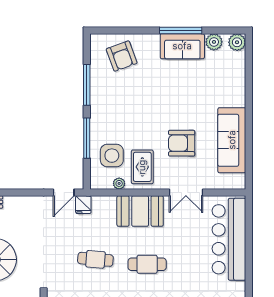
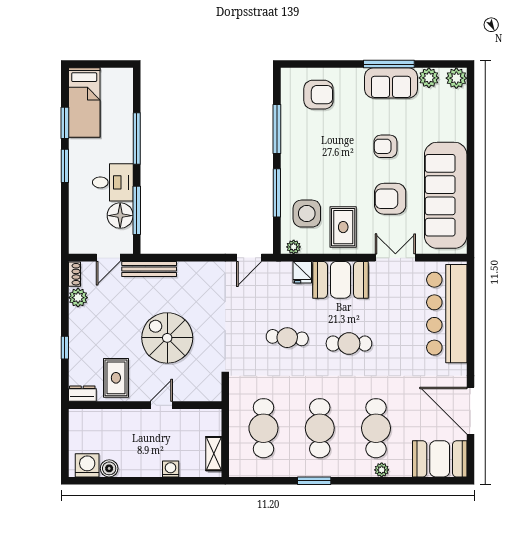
armchair: (122, 56) -> (318, 95), turned -70
armchair: (178, 99) -> (385, 146), added
sofa: (232, 140) -> (446, 195), width x1.36, depth x1.27
plant: (119, 183) -> (294, 247), moved
double door: (186, 192) -> (395, 258), swing flipped
fridge: (83, 205) -> (302, 272), moved

